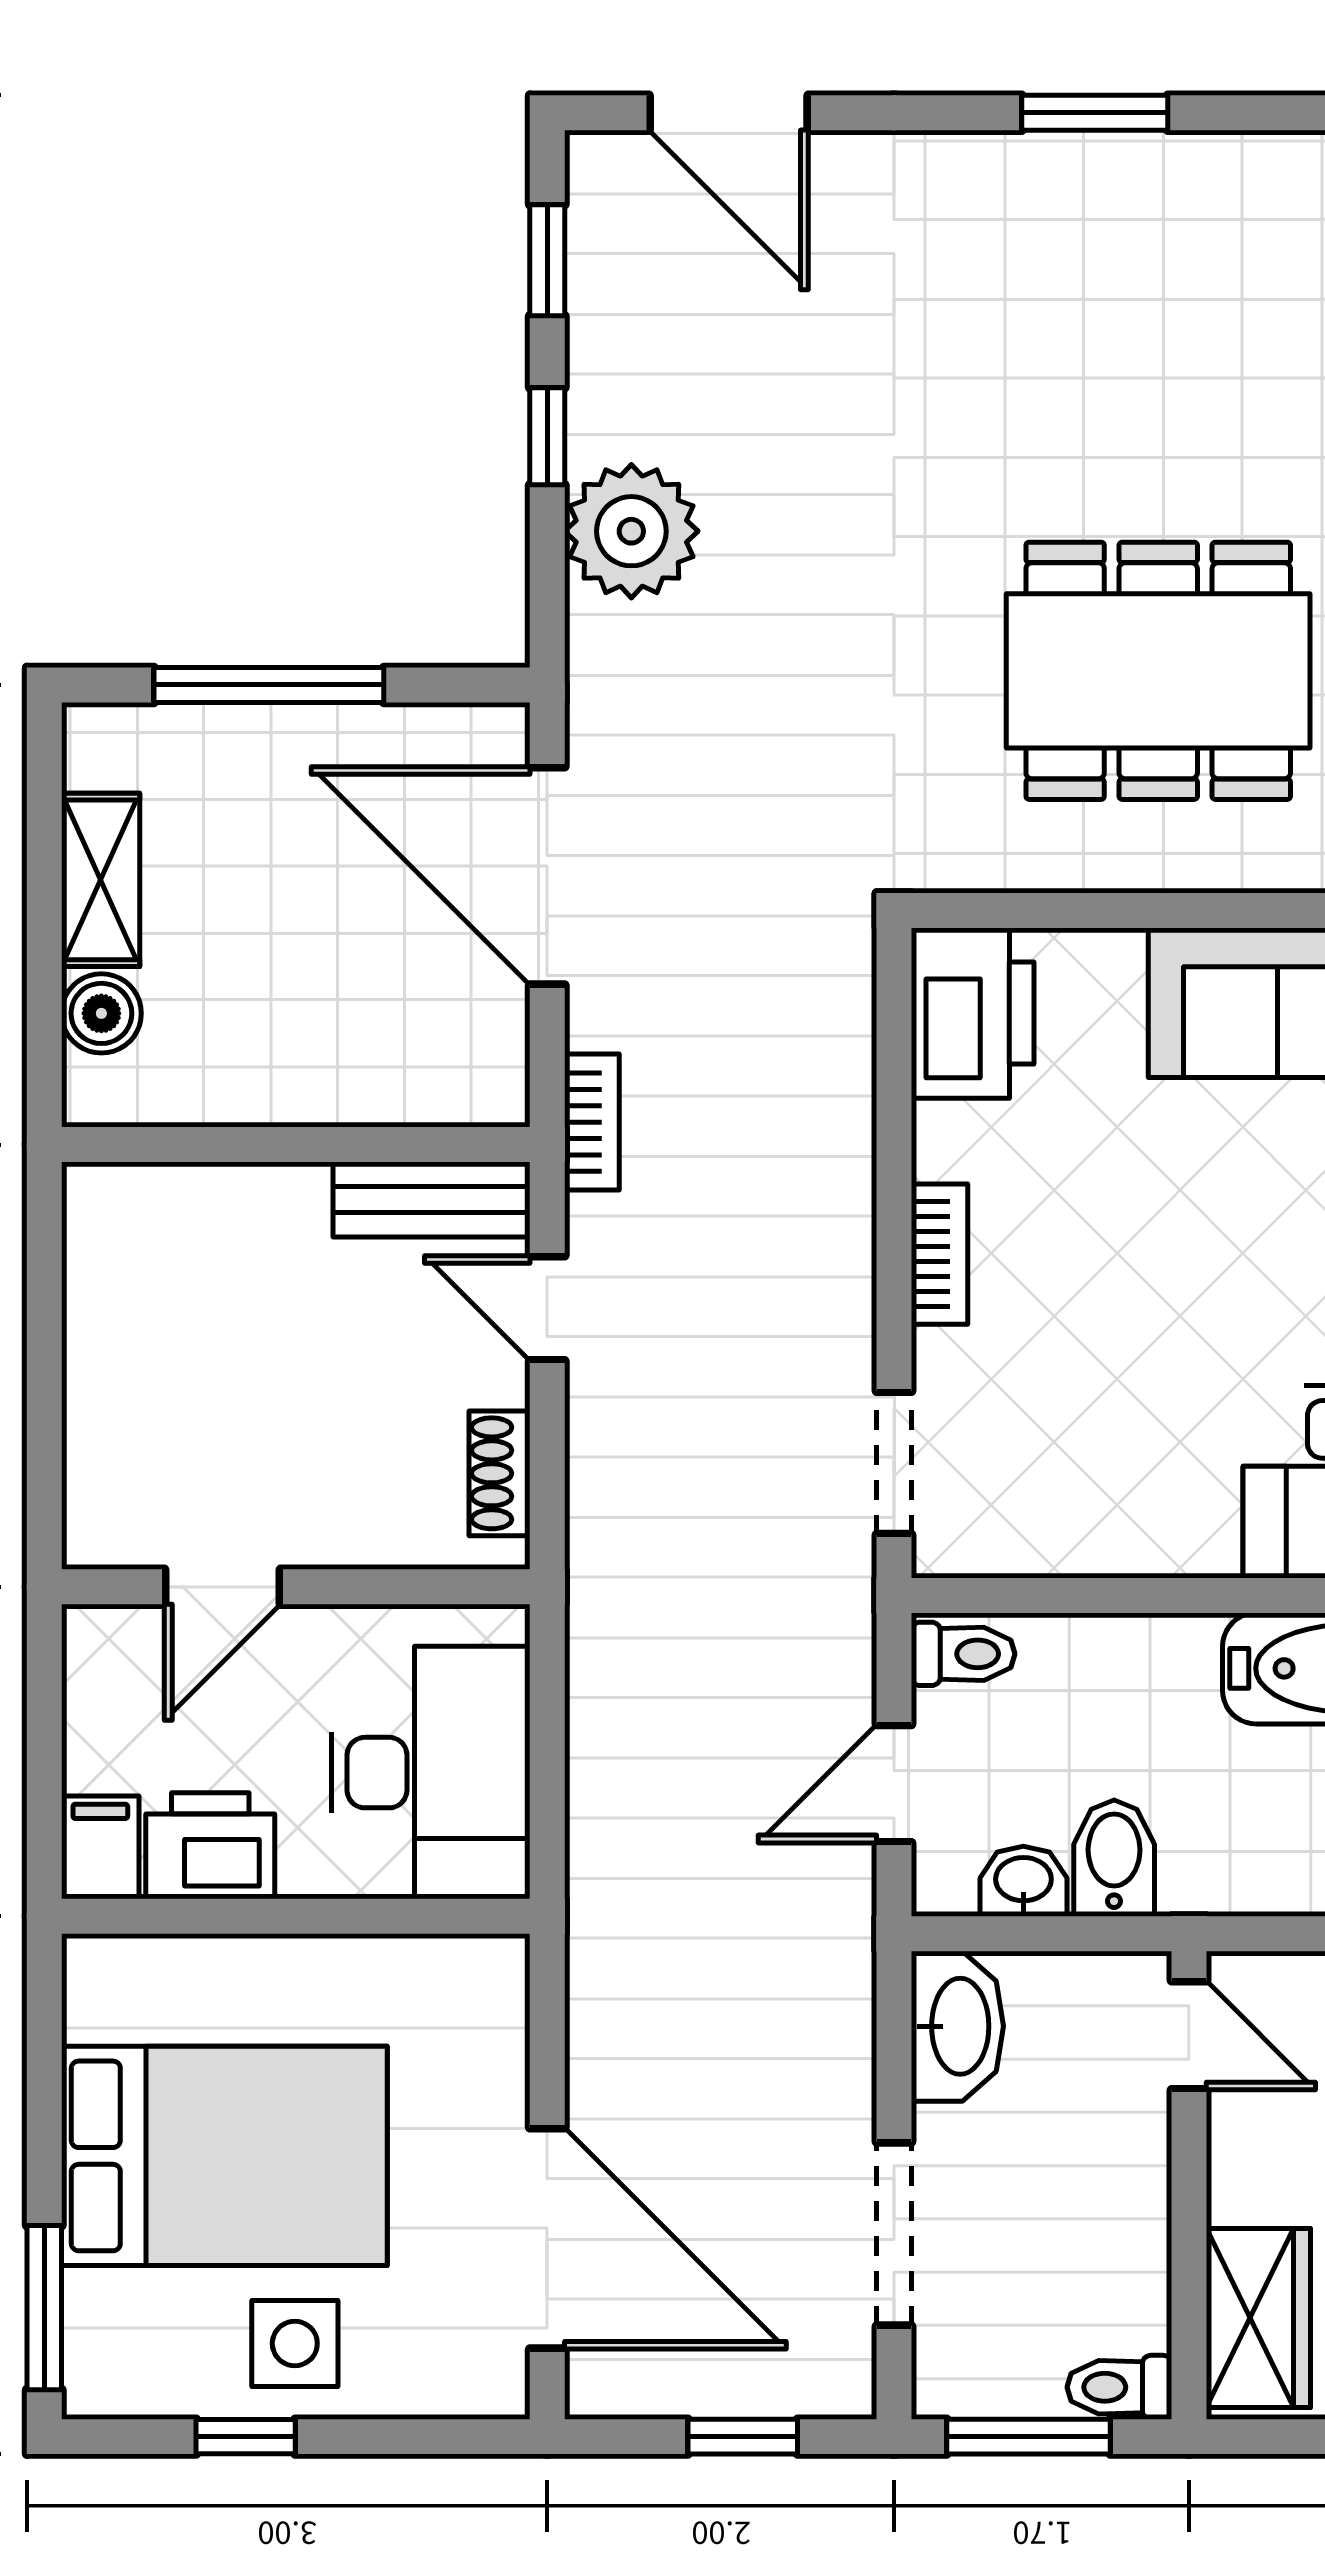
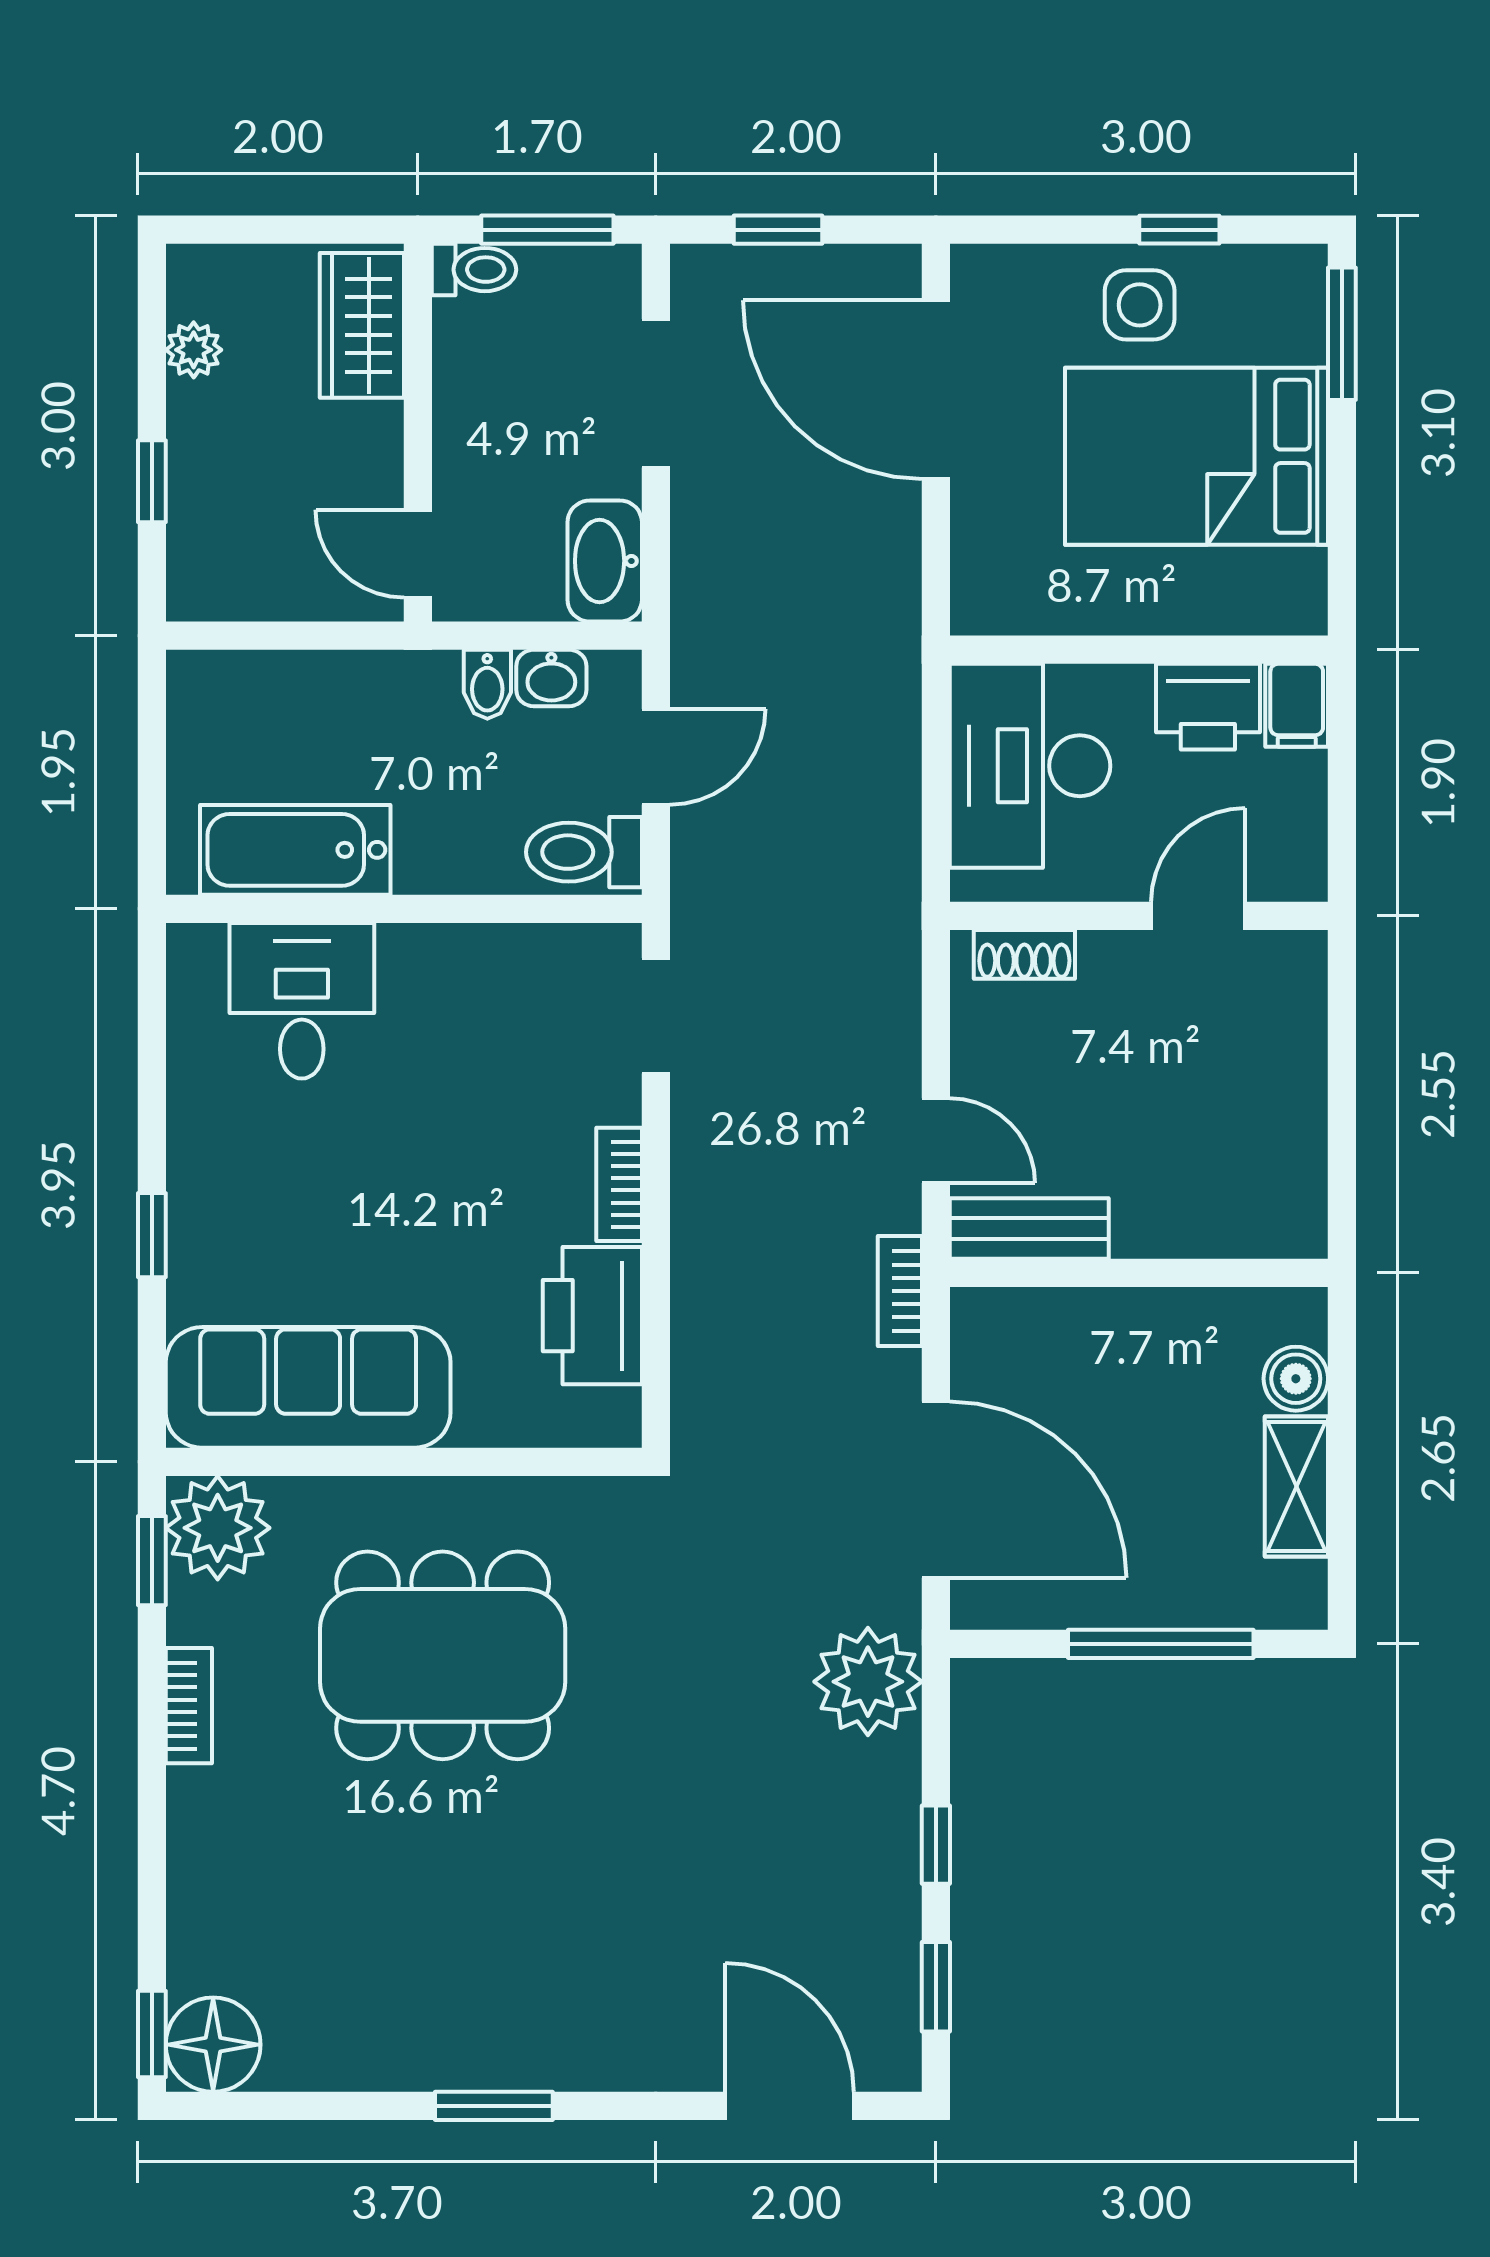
plant: (631, 531) -> (868, 1682), moved
printer: (973, 1013) -> (592, 1316), moved
shoe rack: (500, 1473) -> (1024, 954), moved, turned 90
toilet: (963, 1654) -> (584, 852), width x1.37, depth x1.39
bidet: (1114, 1858) -> (487, 684), width x0.72, depth x0.74

